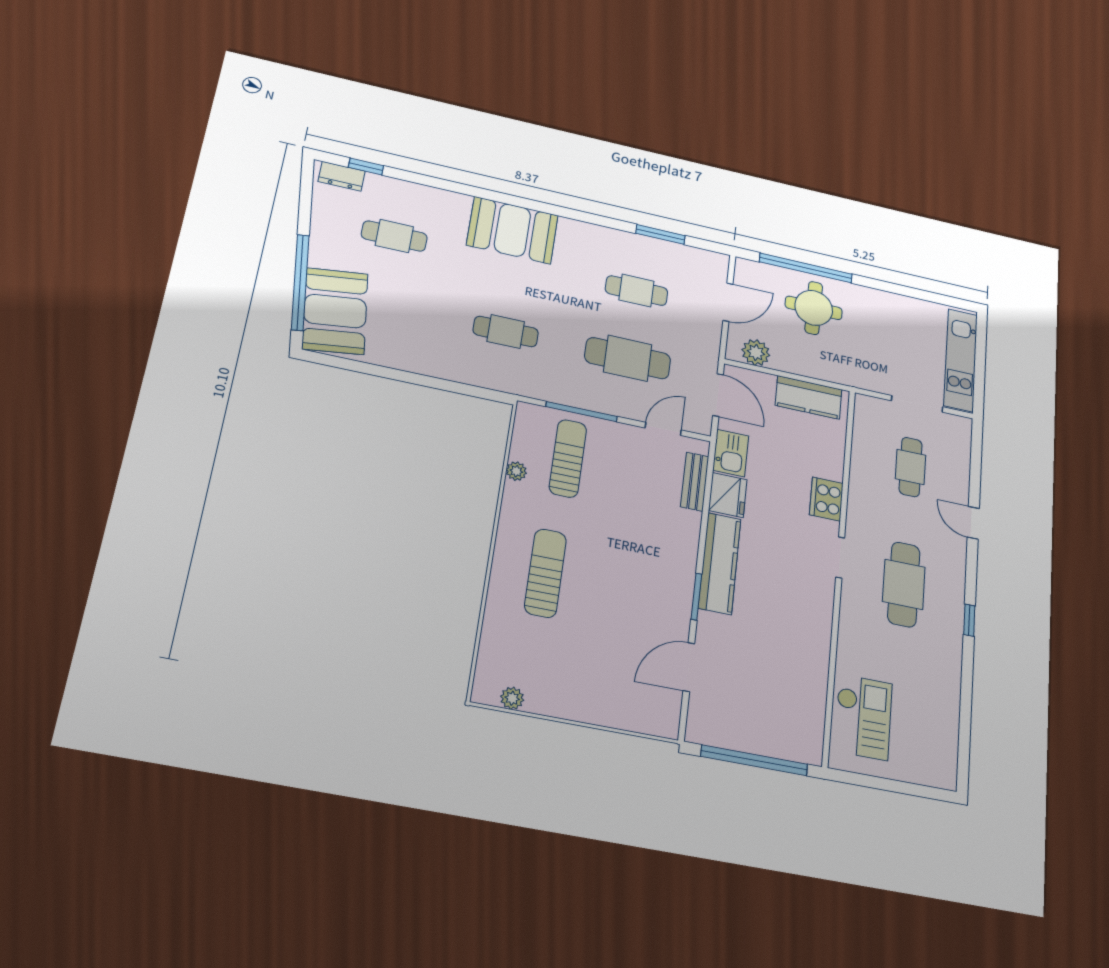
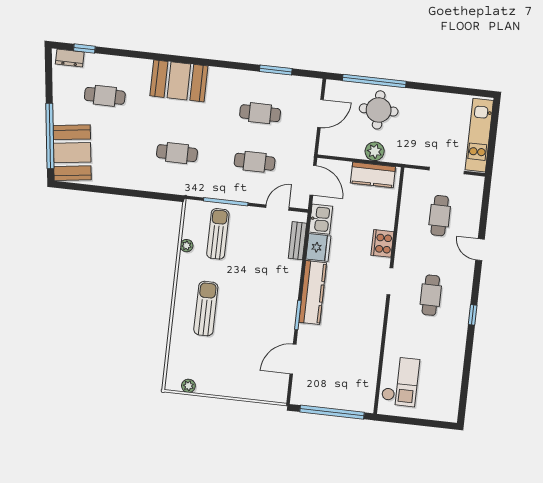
plant: (756, 353) -> (375, 151), moved
cafe table: (628, 358) -> (255, 162), width x0.73, depth x0.74
cafe table: (904, 584) -> (431, 295), width x0.73, depth x0.74

